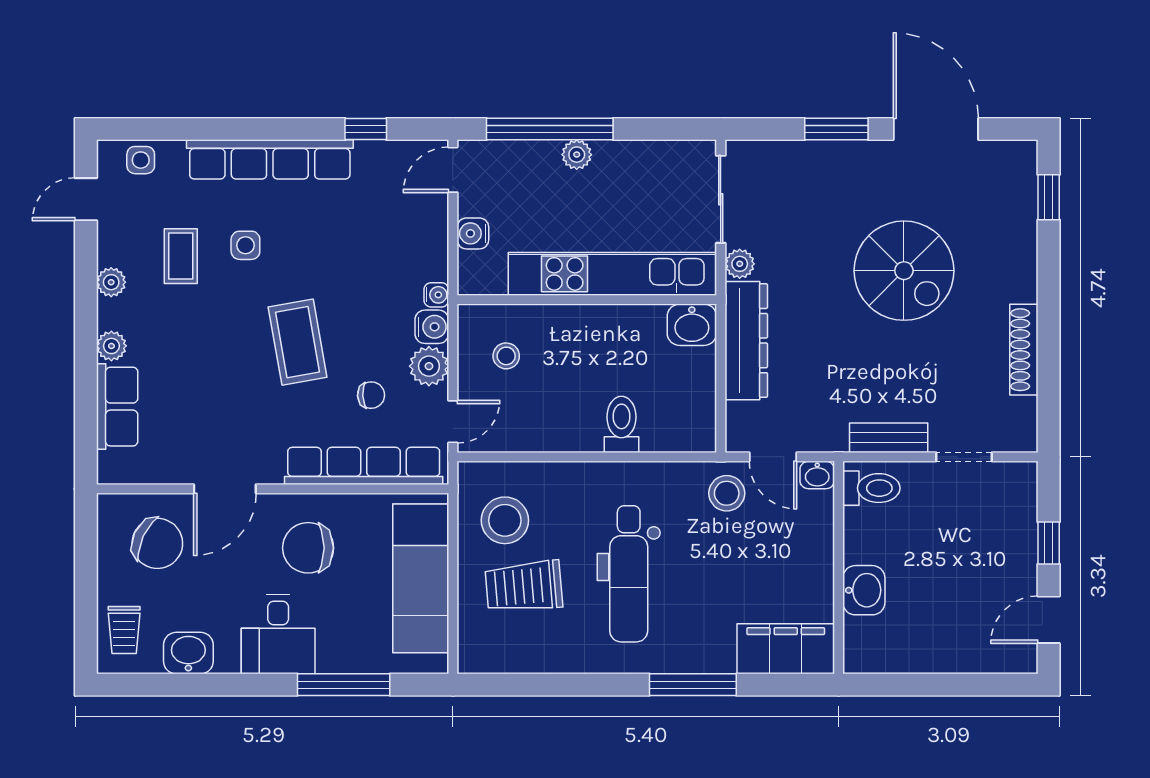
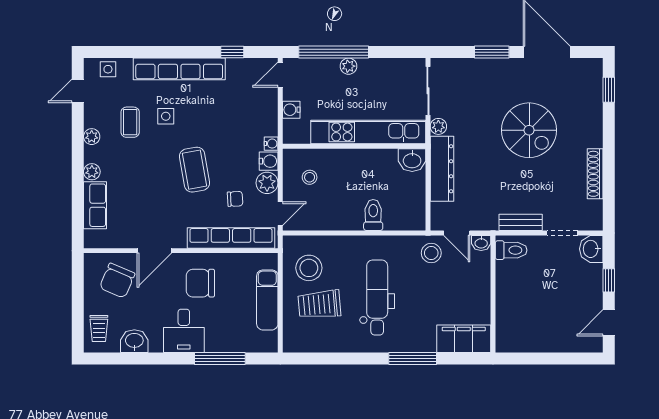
chair: (157, 543) -> (117, 281), turned 88
dental chair: (629, 574) -> (377, 297), turned 180
exam couch: (421, 578) -> (267, 300), width x0.73, depth x0.69
washbasin: (864, 590) -> (591, 249), moved, turned 180

